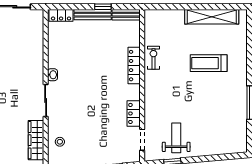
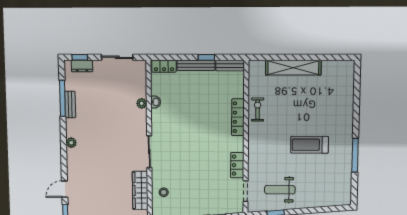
shelving: (212, 17) -> (293, 68), moved
plant: (38, 52) -> (142, 103), added
treadmill: (209, 63) -> (309, 145), moved
washbasin: (52, 75) -> (156, 102), moved
weight bench: (176, 138) -> (280, 190), turned -90

